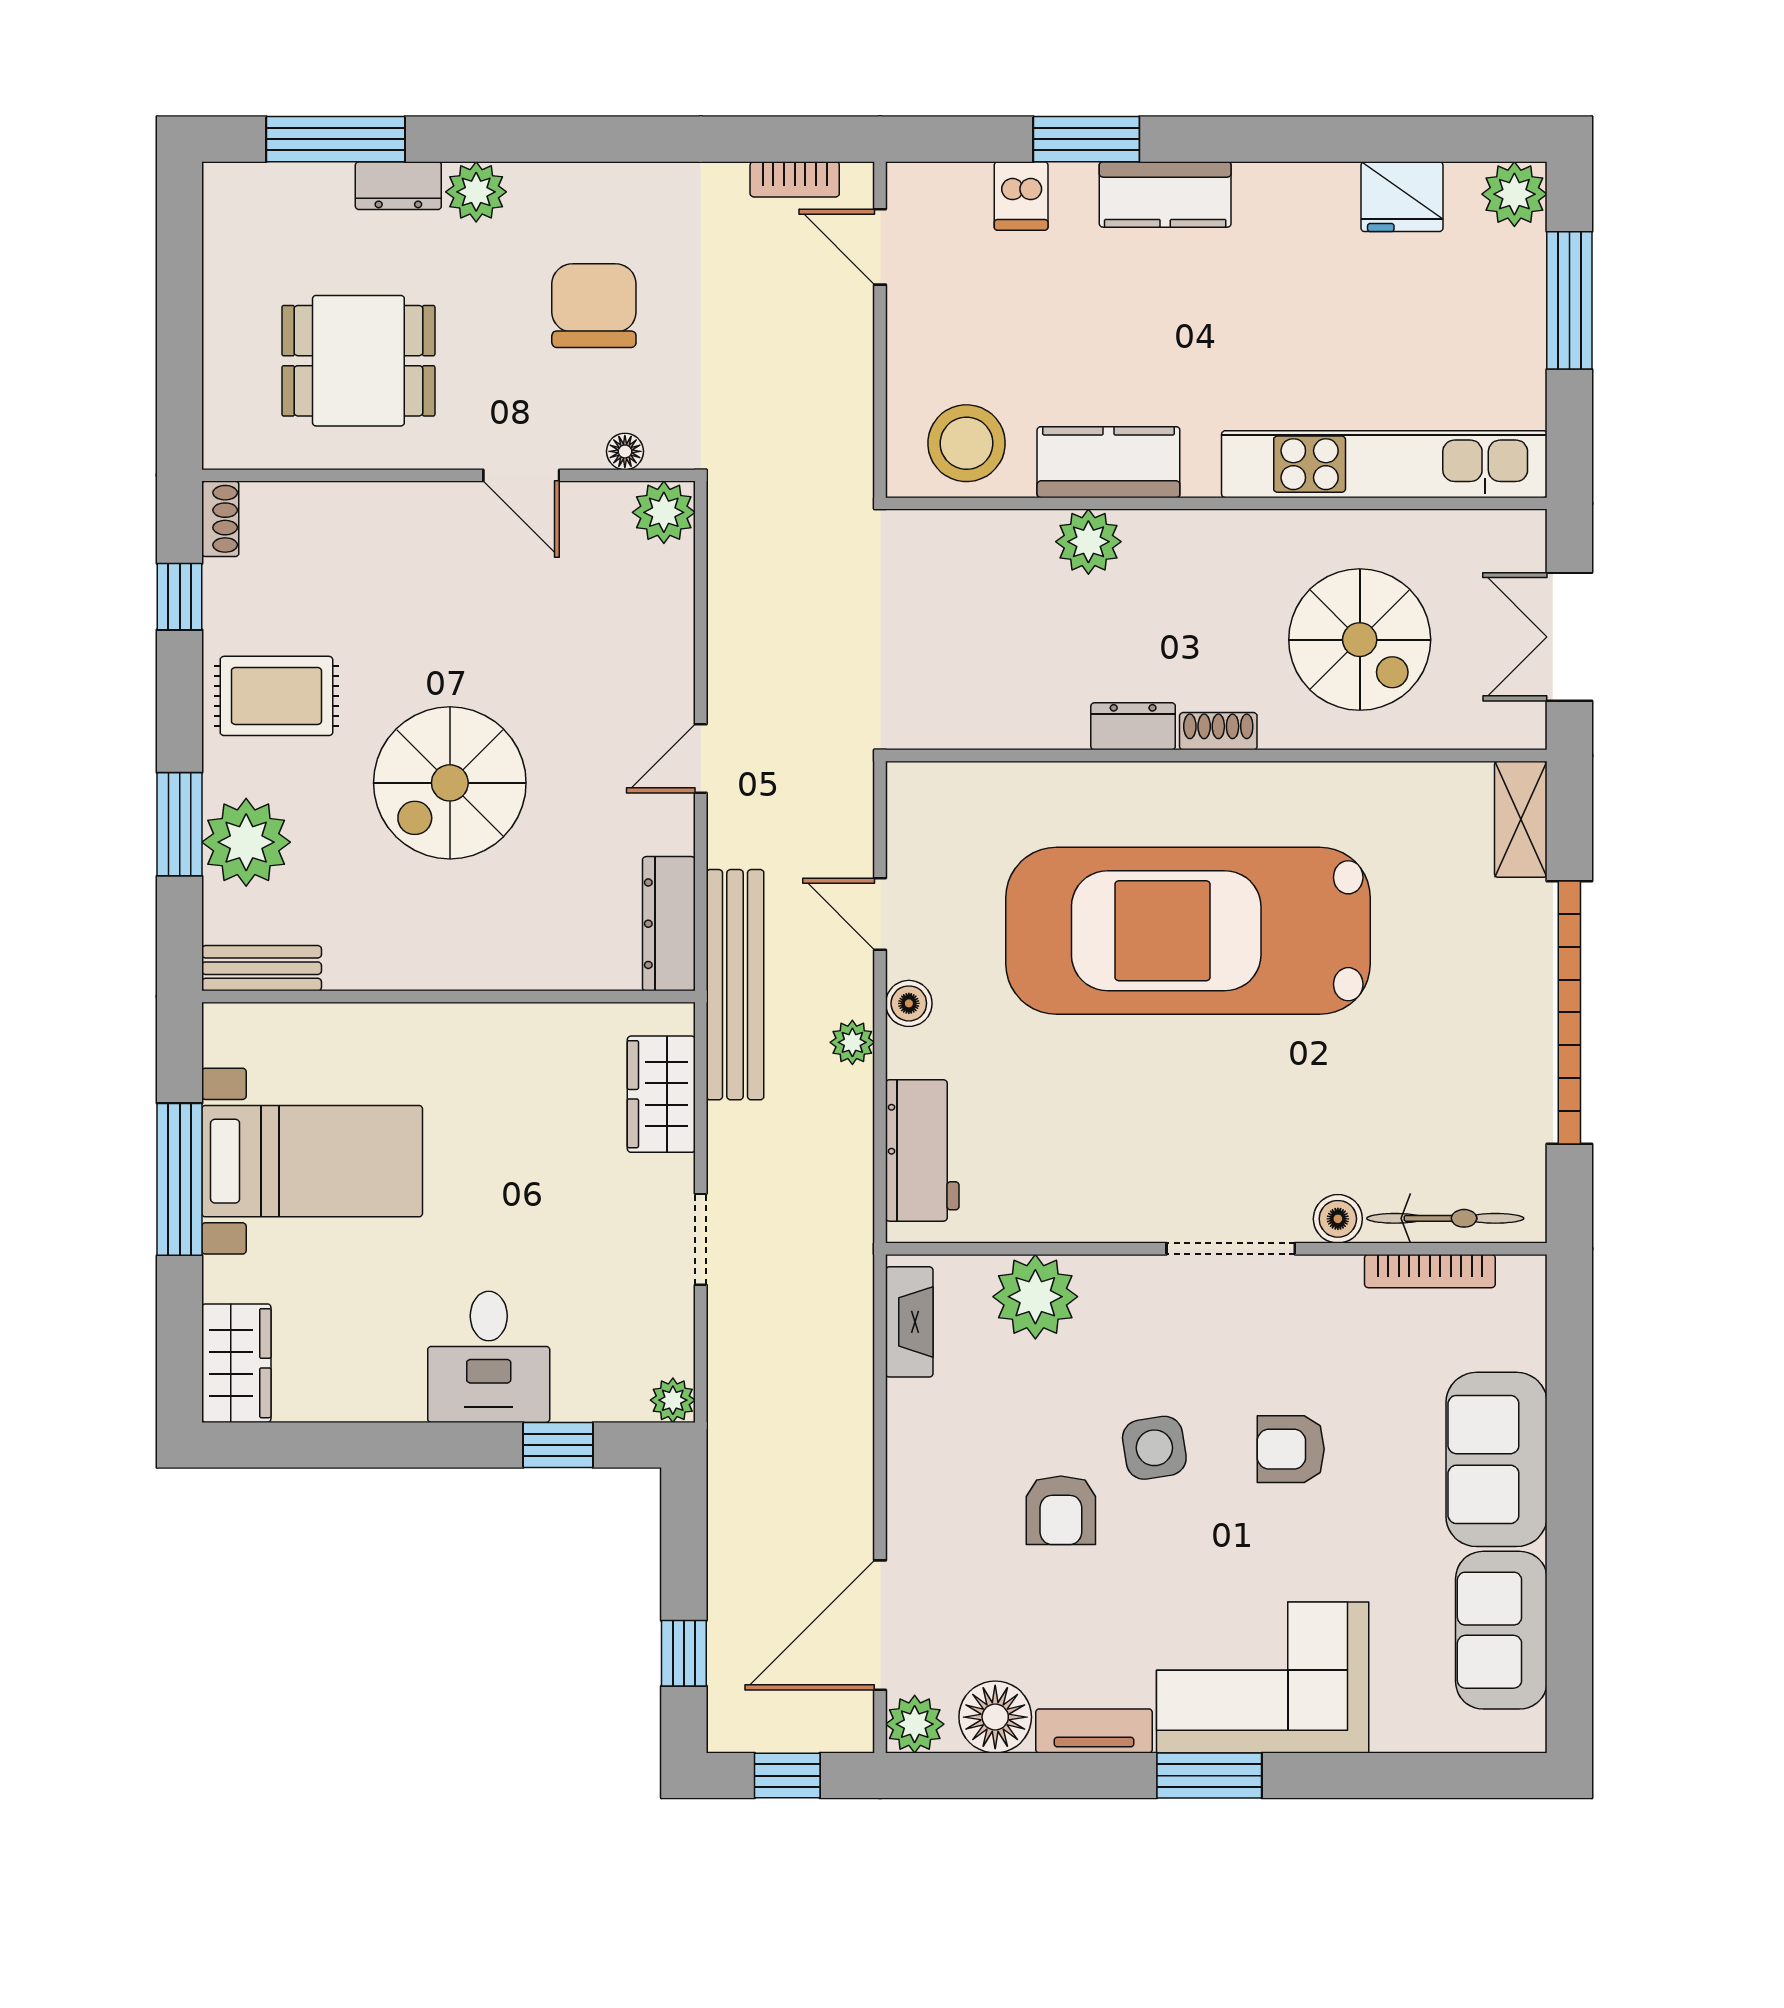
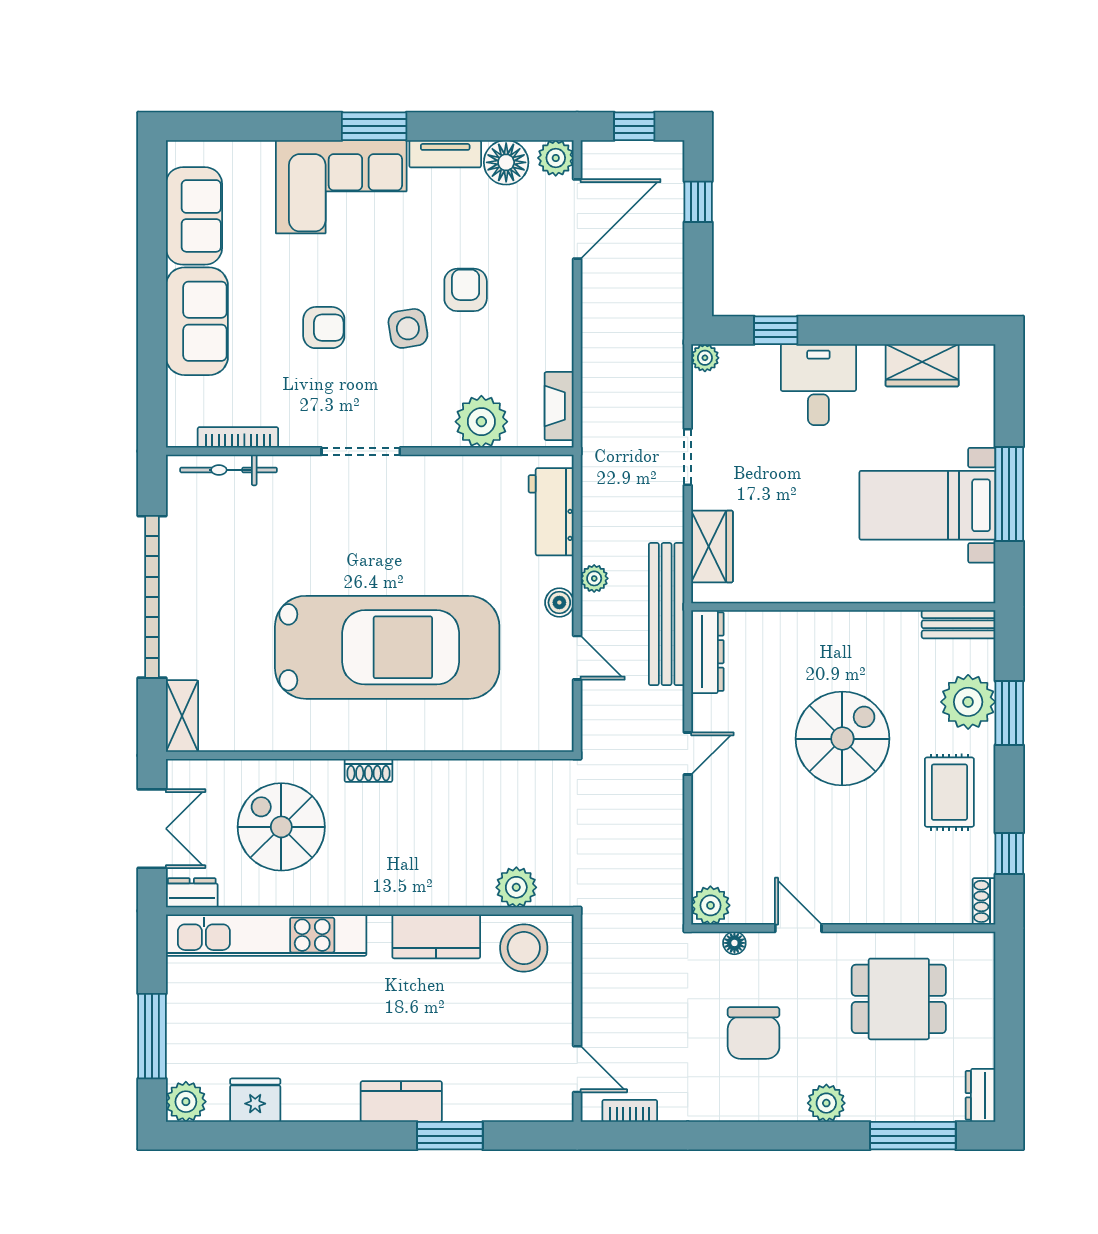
dresser: (398, 186) -> (980, 1095), moved, turned -90
dishwasher: (1021, 196) -> (490, 1101), removed
plant: (1088, 542) -> (516, 887), moved
rug: (276, 696) -> (949, 792), turned 90
dresser: (1133, 726) -> (192, 893), moved, turned 180
boiler: (1338, 1219) -> (295, 470), removed
wardrobe: (236, 1363) -> (922, 365), moved, turned -90

